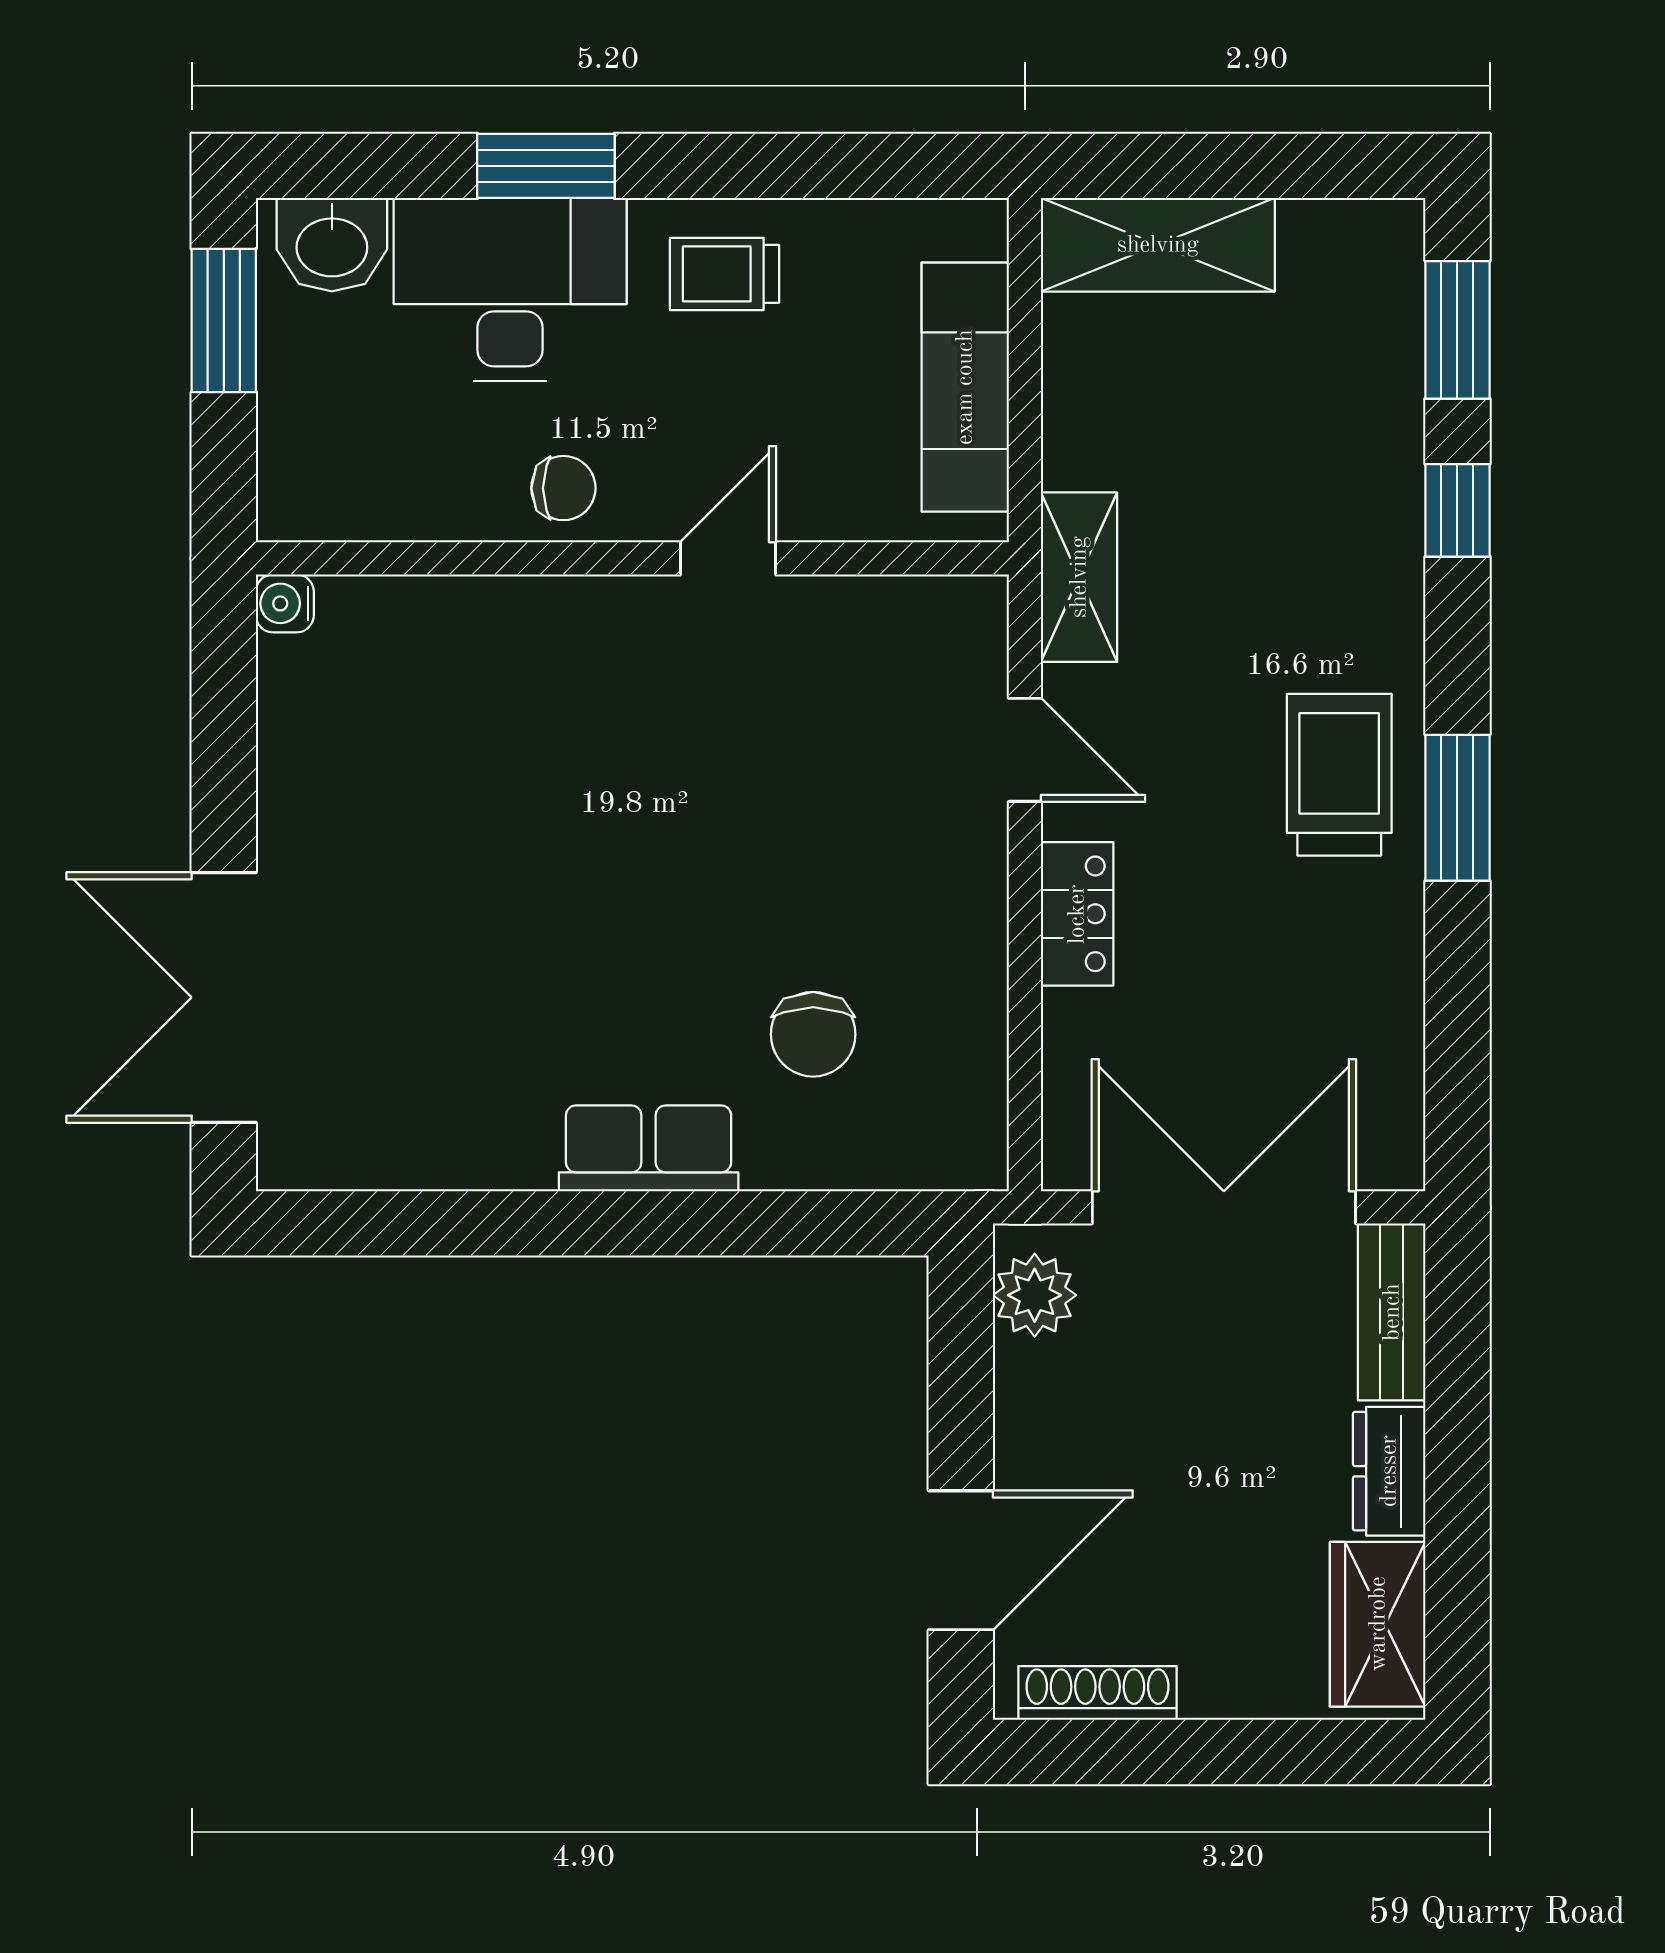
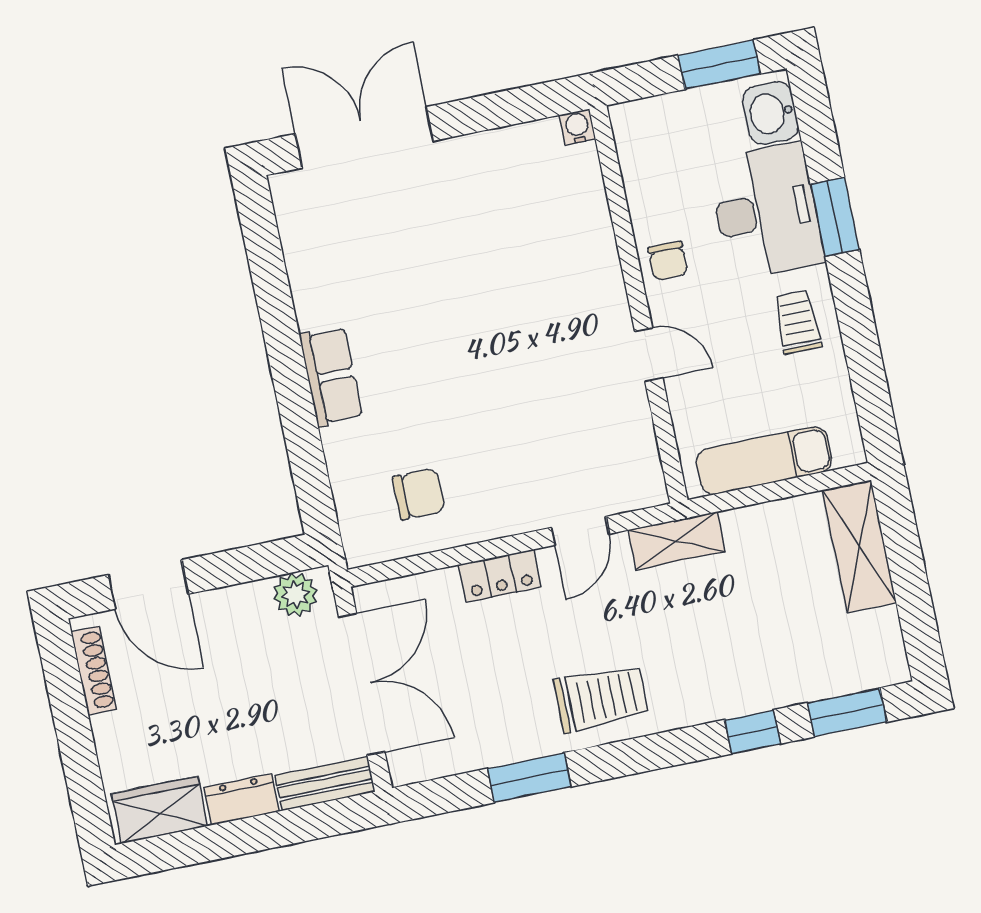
window: (1457, 808) -> (529, 778), moved
chair: (813, 1034) -> (419, 494), moved, turned 180

